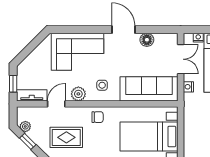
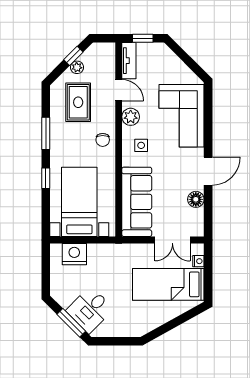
nightstand: (188, 87) -> (74, 254), moved, width x1.89, depth x1.79
plant: (25, 126) -> (77, 67), moved

